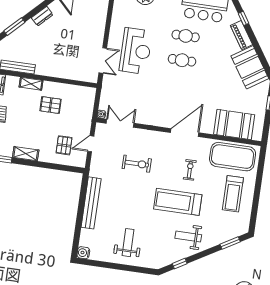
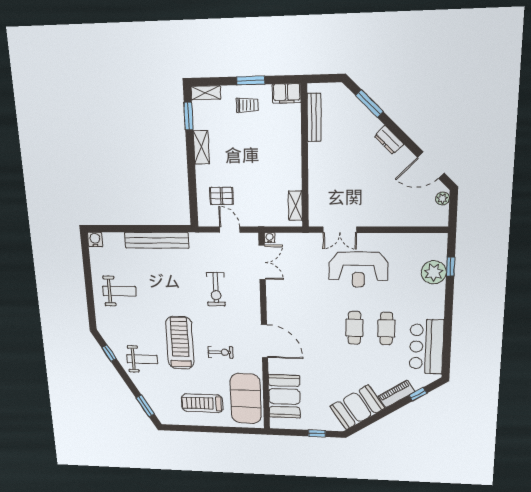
shelving: (31, 84) -> (295, 206), moved
pallet: (51, 105) -> (270, 170), removed
weight bench: (188, 236) -> (142, 359), turned 90

